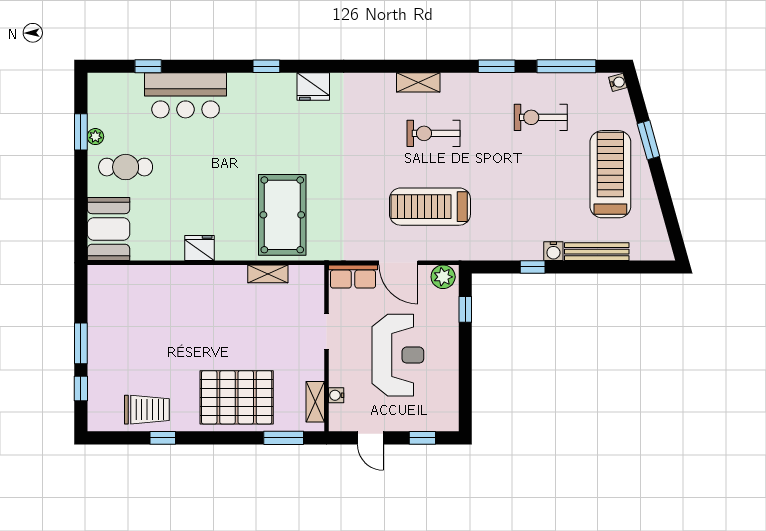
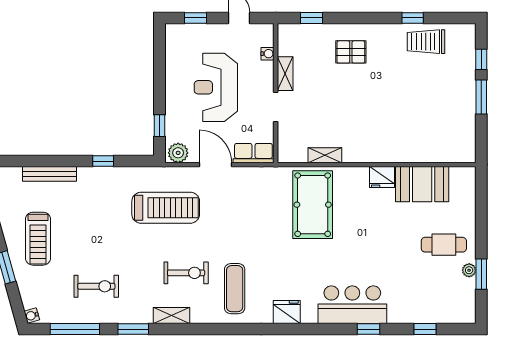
window: (266, 66) -> (368, 329), moved
shelving: (418, 82) -> (171, 316), moved
bar counter: (186, 95) -> (352, 305), moved
exercise mat: (376, 115) -> (235, 289), added
treadmill: (610, 174) -> (38, 239), width x0.73, depth x0.73
treadmill: (430, 207) -> (166, 208), moved
booth: (109, 229) -> (422, 184), moved, turned 90
water cooler: (553, 251) -> (86, 174), removed
pallet: (237, 397) -> (351, 52), width x0.49, depth x0.50
shelving: (315, 402) -> (285, 74), moved
window: (284, 438) -> (312, 18), width x0.67

